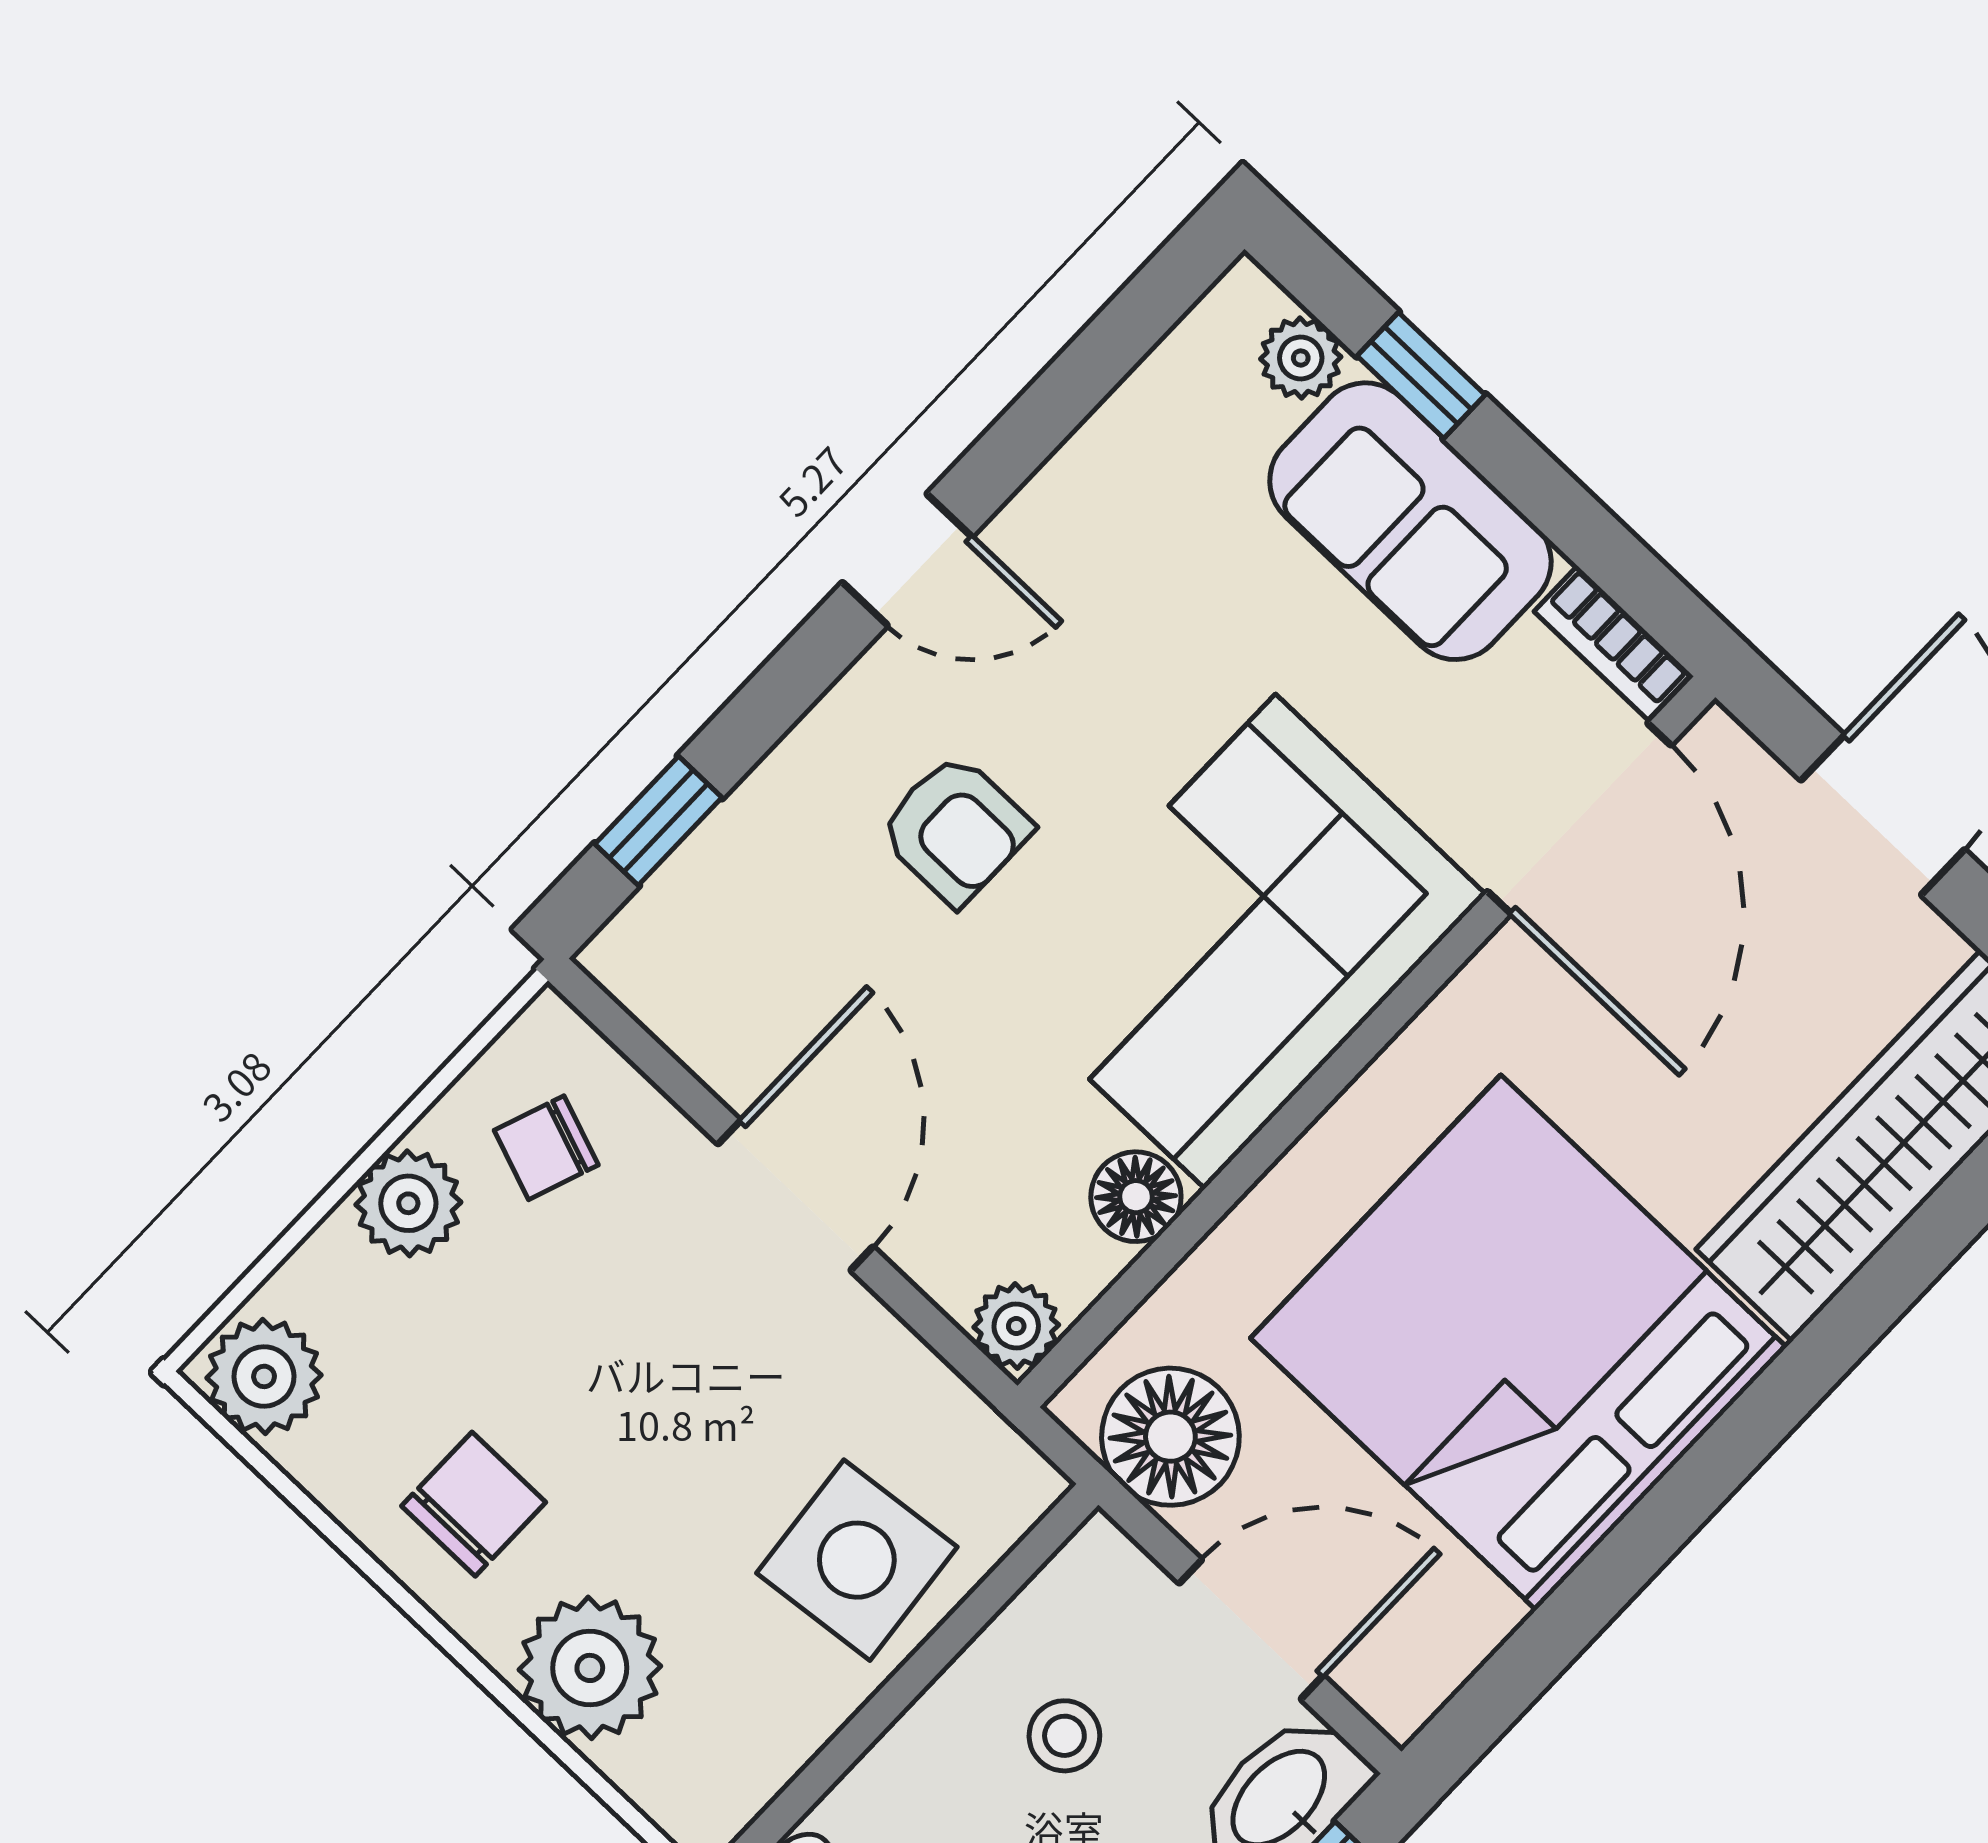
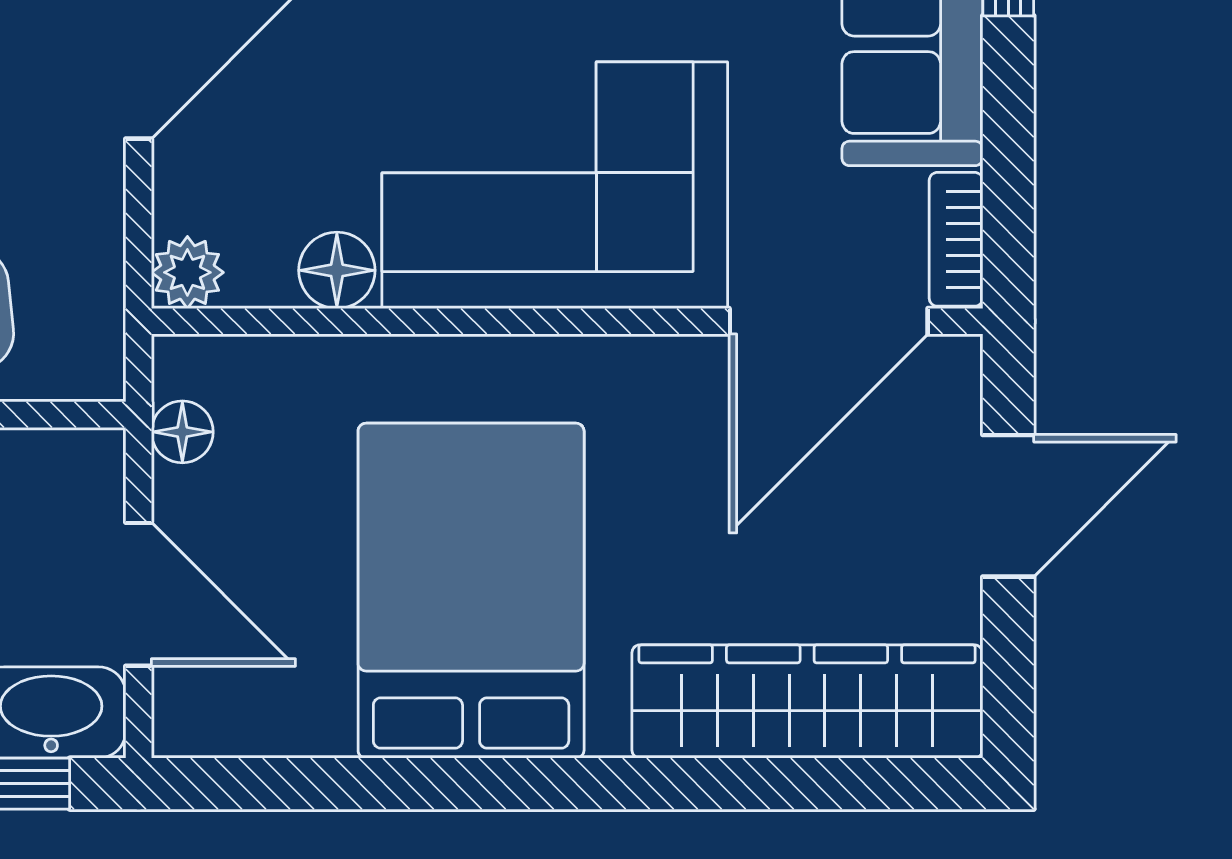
bed: (1519, 1343) -> (471, 591), width x0.73
floor lamp: (1170, 1437) -> (182, 432), width x0.53, depth x0.53

